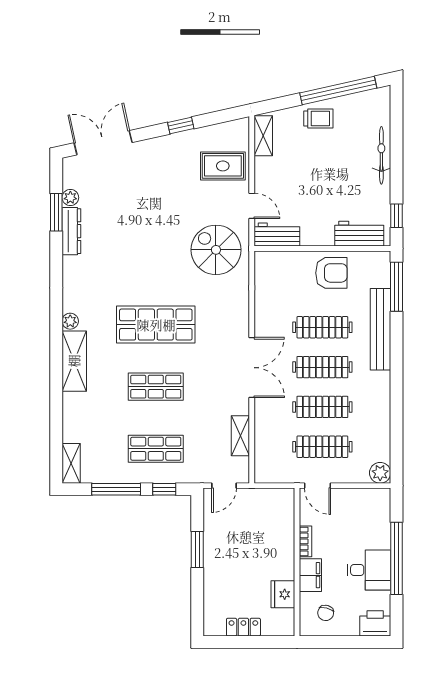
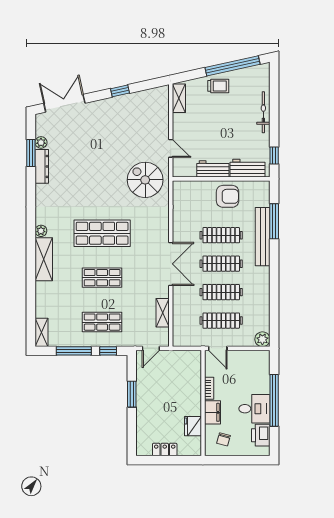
rug: (223, 166) -> (150, 120), removed
workbench: (277, 235) -> (213, 169), moved
window: (396, 287) -> (274, 221), moved
printer: (375, 623) -> (261, 435), moved, turned -90

